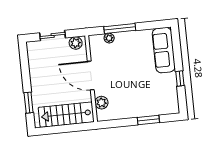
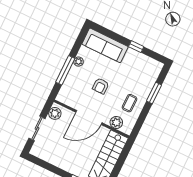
plant: (109, 38) -> (79, 62), moved
armchair: (125, 69) -> (101, 86), added
coffee table: (126, 104) -> (129, 103), added

